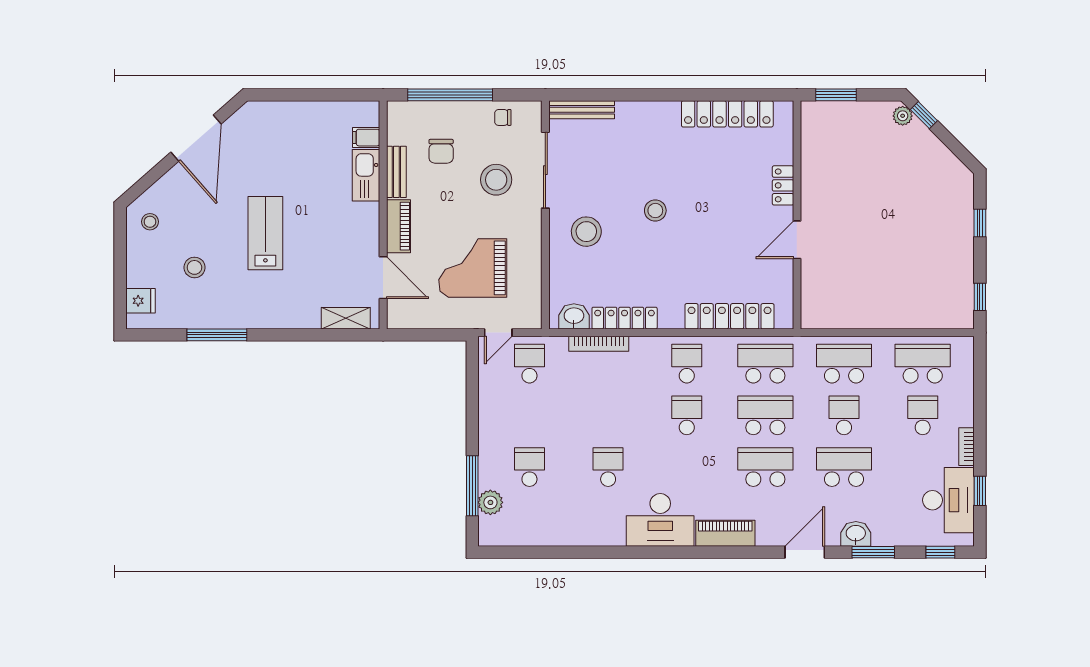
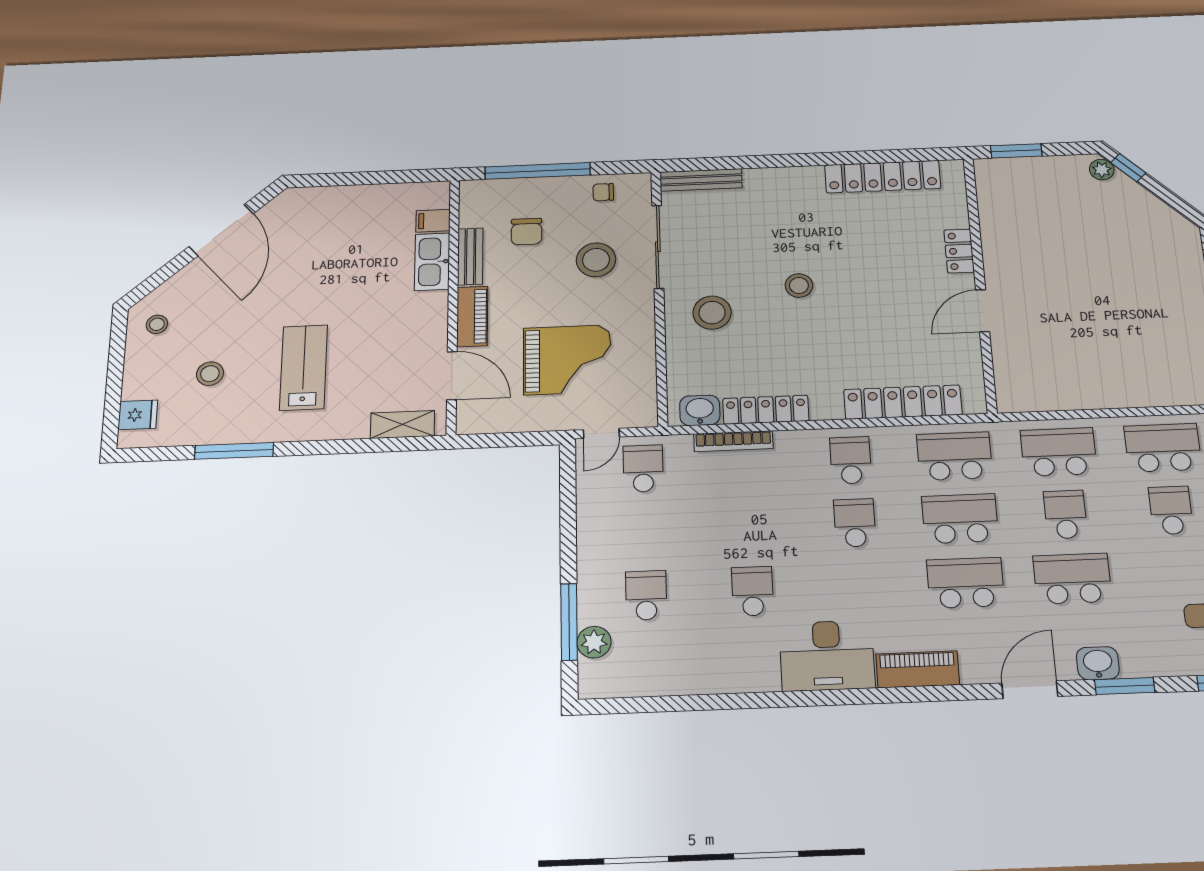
lab bench: (265, 233) -> (304, 368), moved
grand piano: (473, 268) -> (567, 360), turned 180

